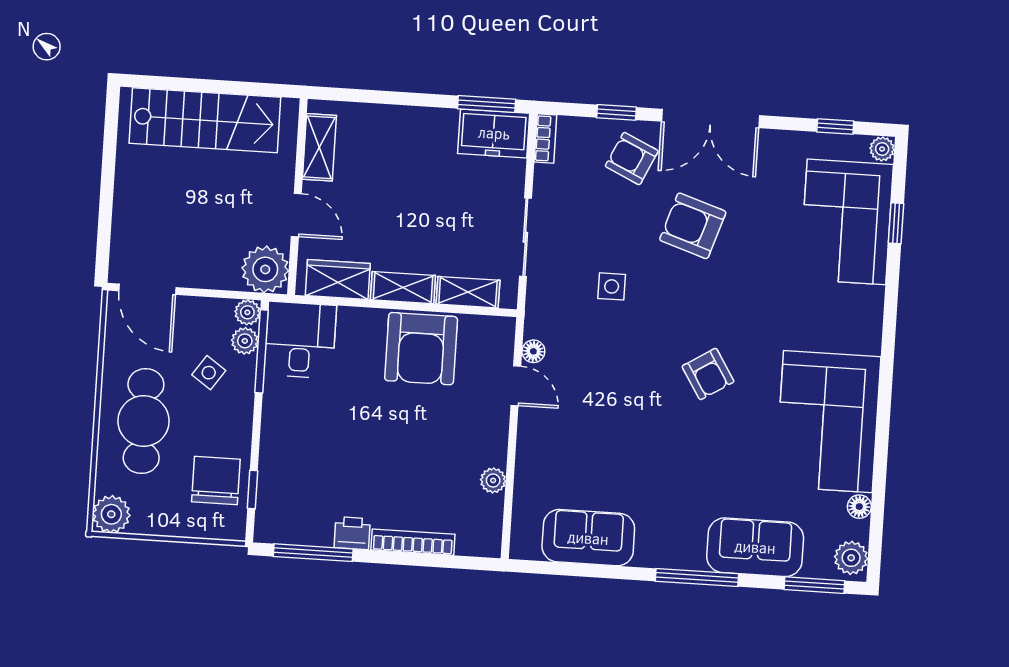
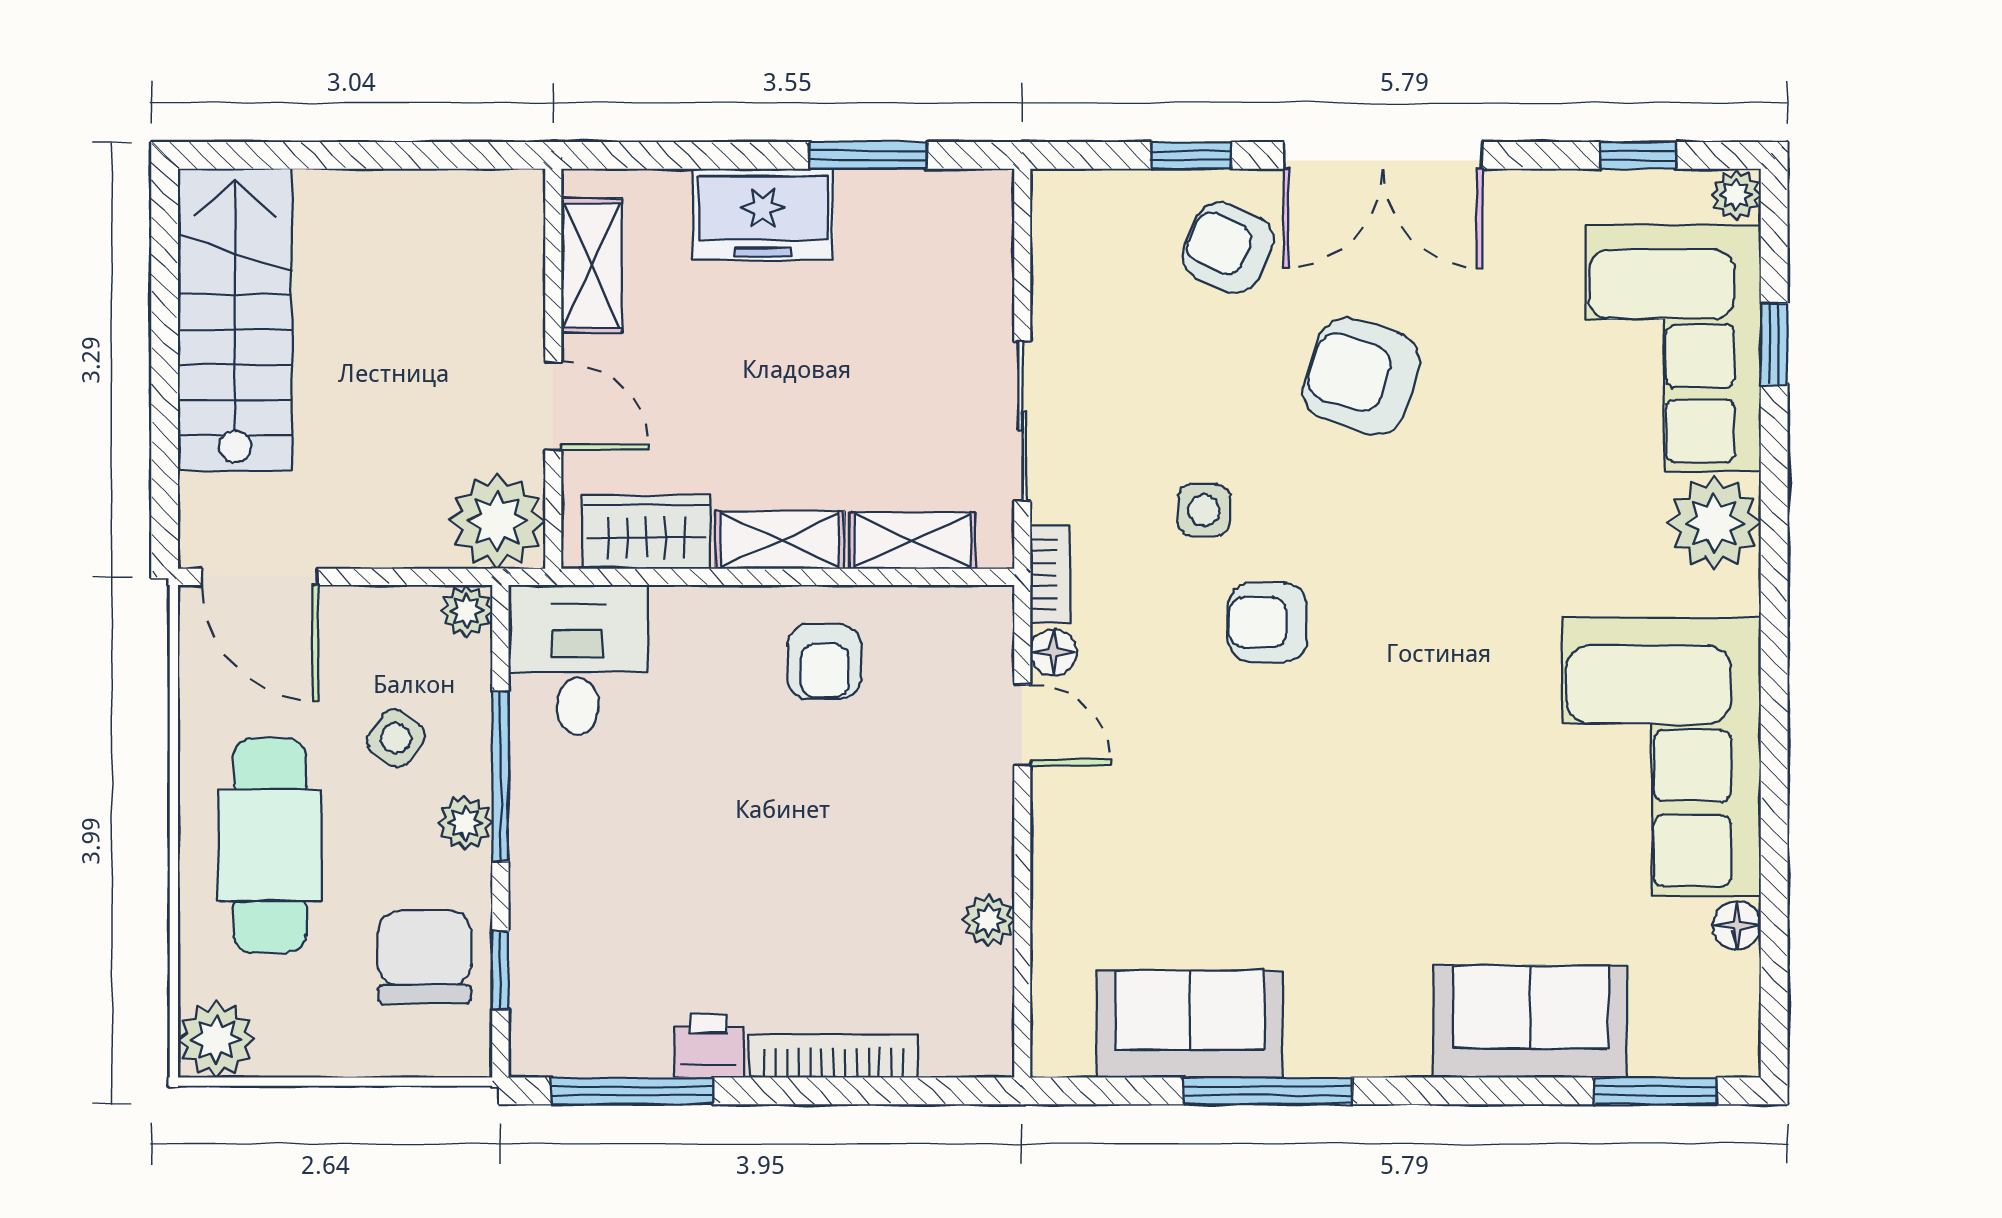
window: (487, 104) -> (868, 155), moved
stairs: (205, 120) -> (235, 320), moved, turned -90
freezer: (494, 133) -> (763, 214), moved
bookcase: (545, 138) -> (1050, 575), moved
plant: (245, 341) -> (465, 823), moved
armchair: (421, 349) -> (825, 662), width x0.53, depth x0.53
window: (261, 351) -> (500, 776), moved
armchair: (708, 374) -> (1267, 622), moved, turned 122
plant: (851, 558) -> (1714, 523), moved, width x1.36, depth x1.36
window: (697, 578) -> (1268, 1091), moved

